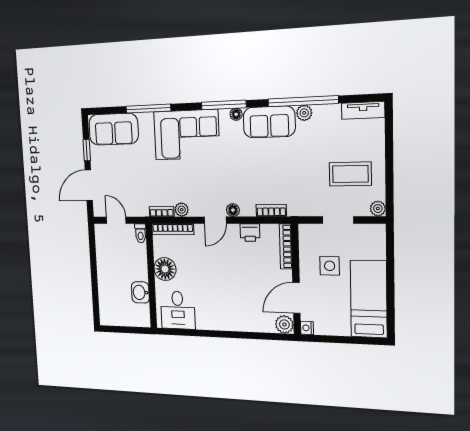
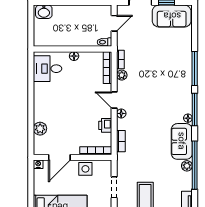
window: (148, 109) -> (195, 69), moved
sofa: (114, 129) -> (172, 16), moved, turned -90
corner sofa: (186, 135) -> (175, 81), removed
side table: (330, 266) -> (85, 169), moved
floor lamp: (165, 269) -> (74, 56), width x0.53, depth x0.53
washbasin: (140, 292) -> (44, 12), moved, turned 180
door: (296, 298) -> (59, 157), swing flipped
plant: (284, 324) -> (40, 129), moved

